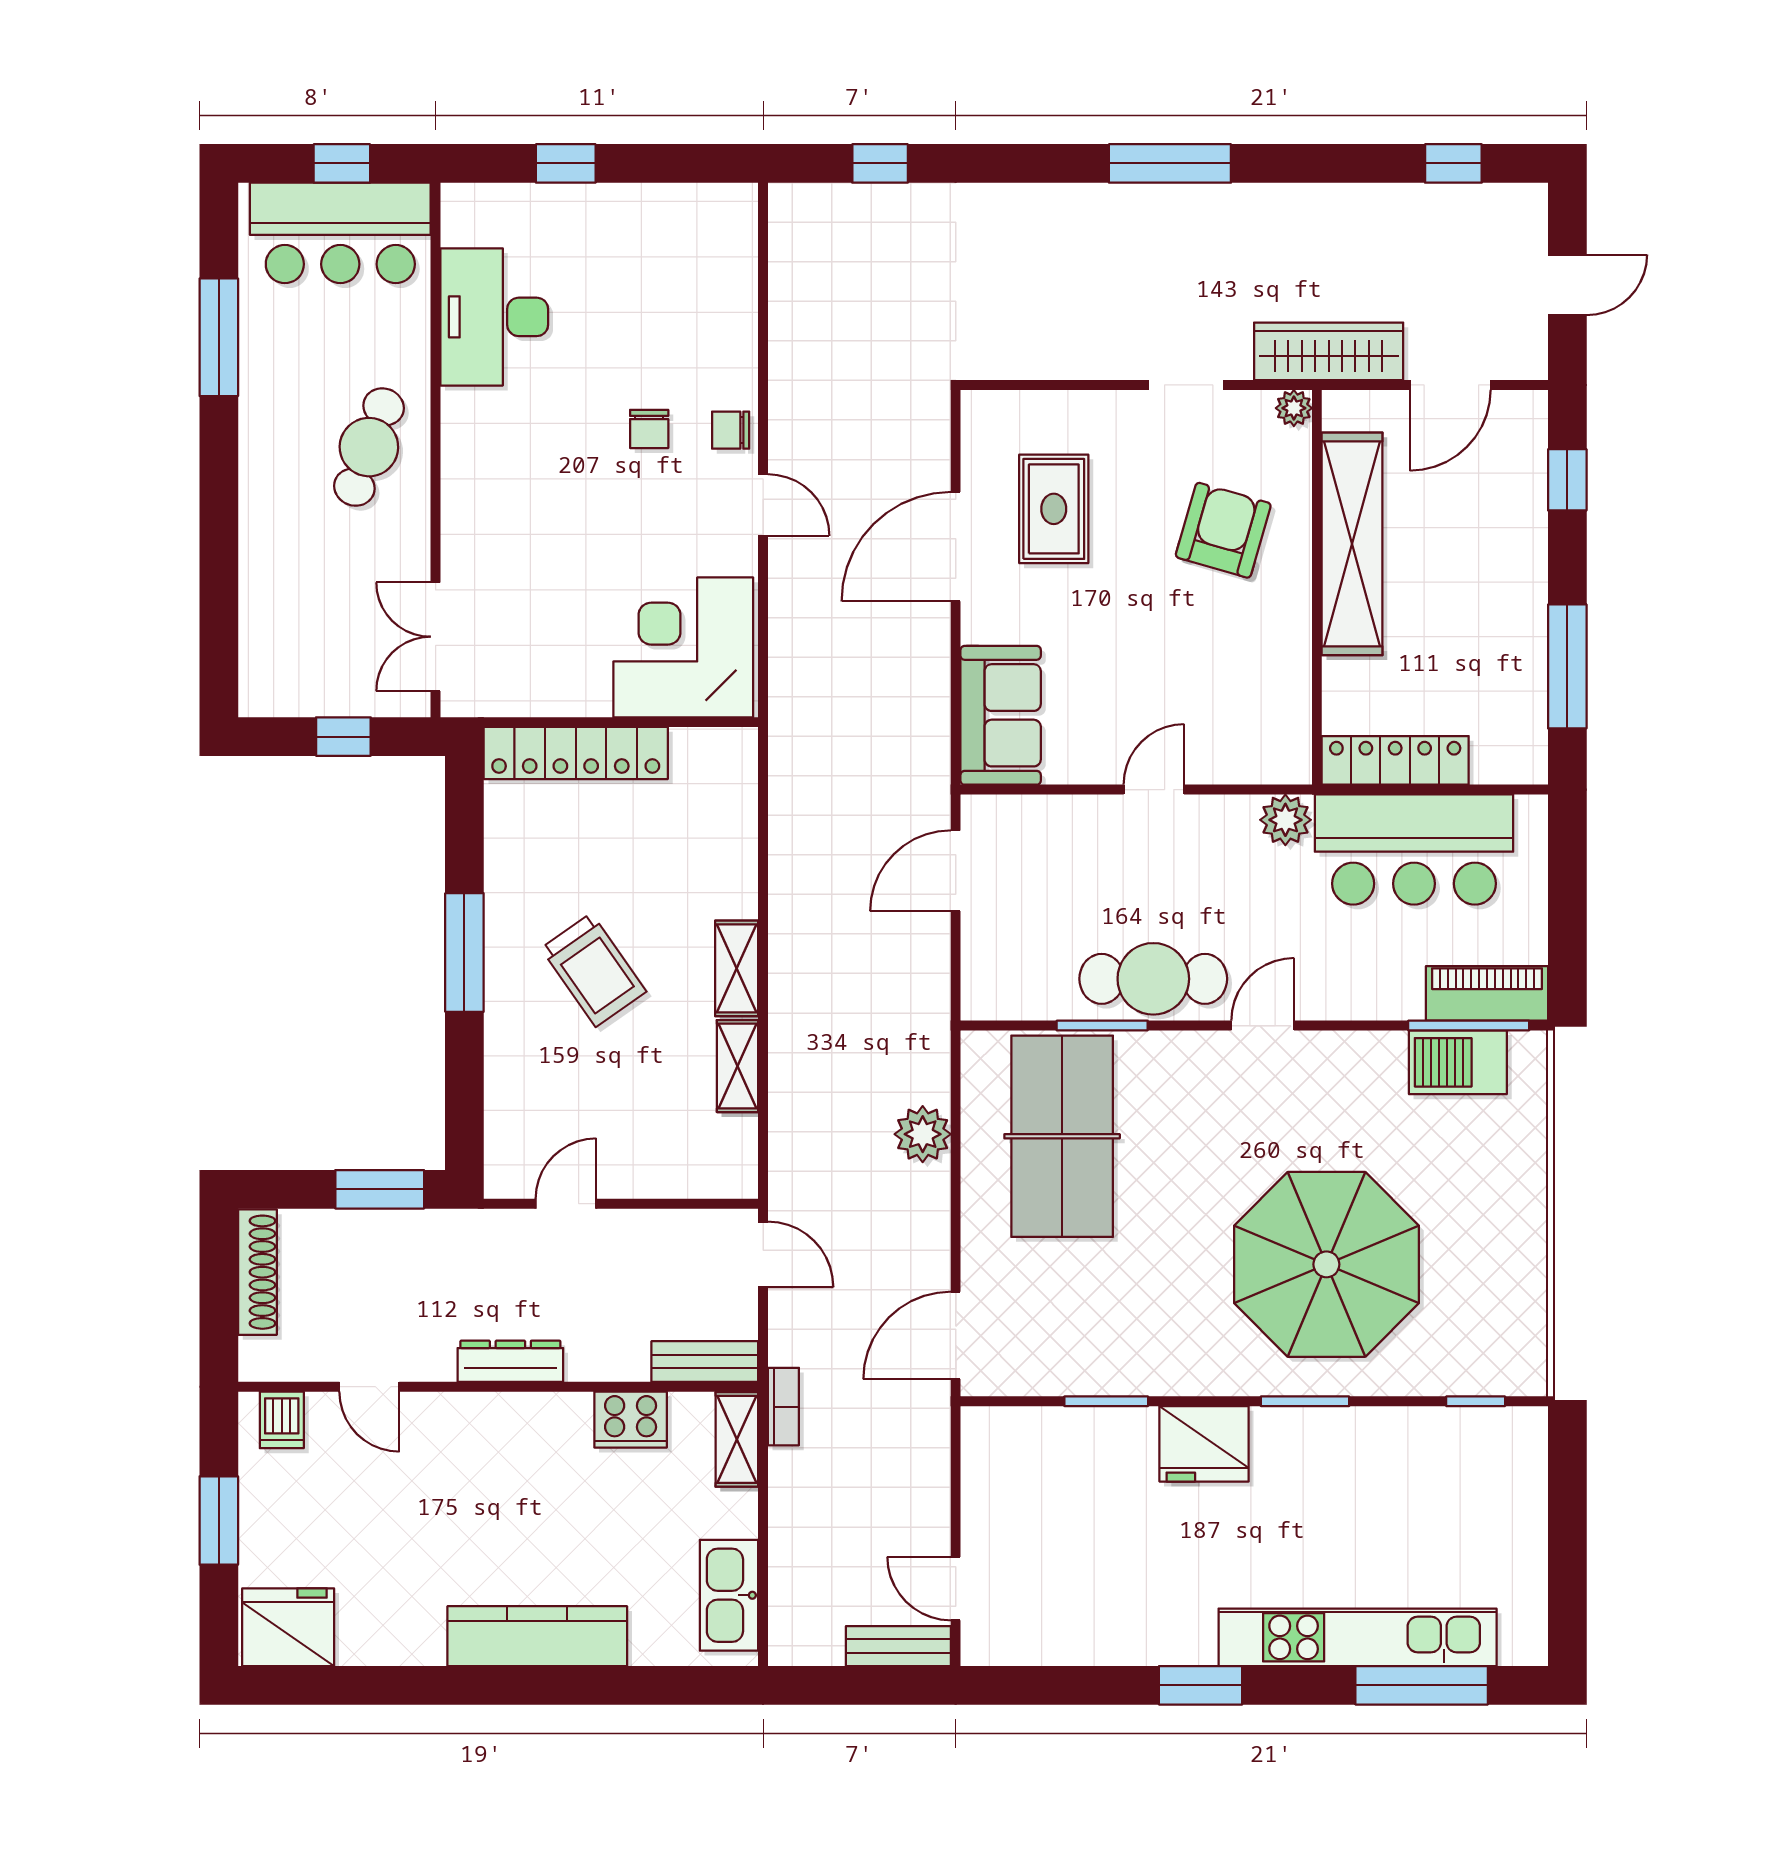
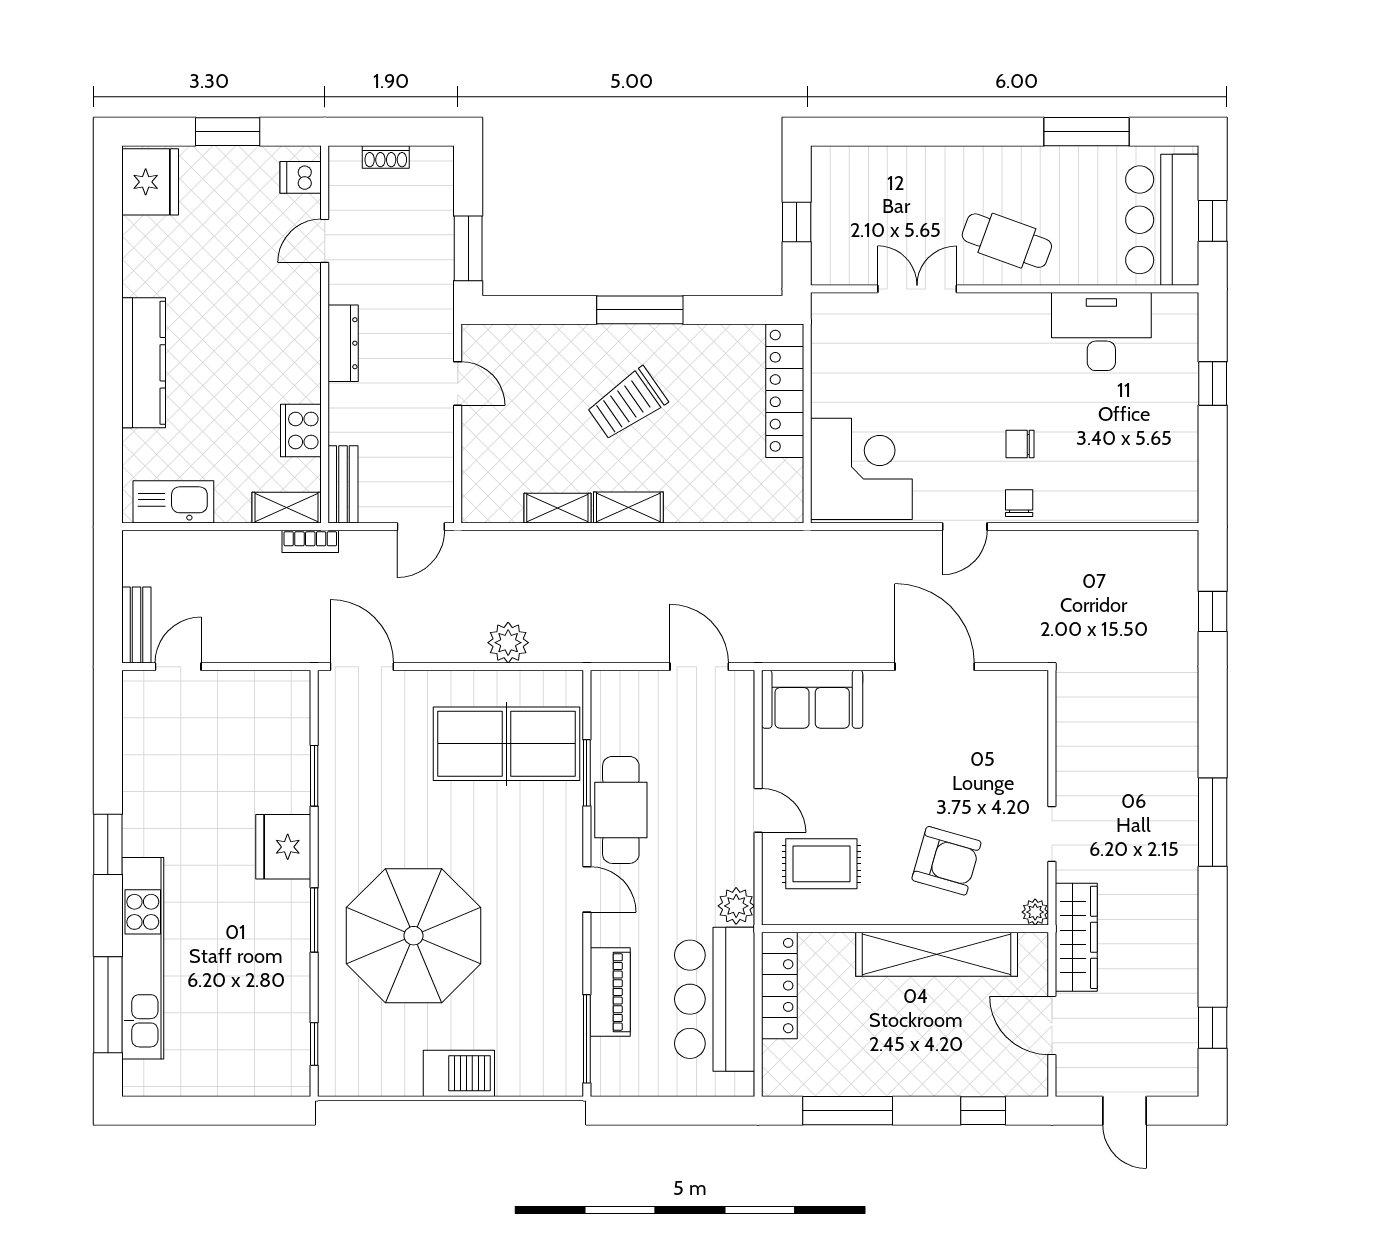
rug: (1054, 509) -> (821, 864), moved
double door: (436, 637) -> (917, 289), moved
piano: (1487, 993) -> (610, 992), moved
barbecue: (1458, 1062) -> (459, 1073), moved, turned 90
shoe rack: (257, 1272) -> (386, 157), width x0.51, depth x0.81

